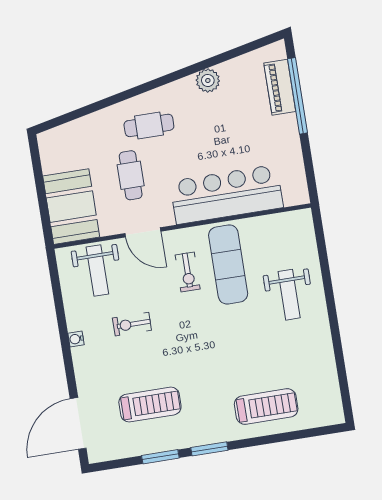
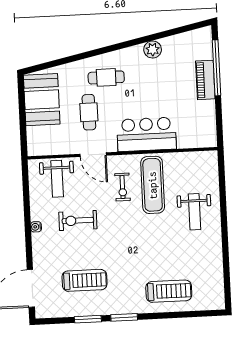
piano: (280, 87) -> (205, 80), moved
bar counter: (227, 194) -> (146, 134), width x0.73
booth: (71, 207) -> (42, 100), moved
exercise bike: (132, 324) -> (78, 220), width x1.38, depth x1.39

